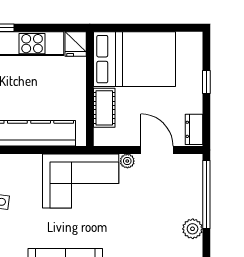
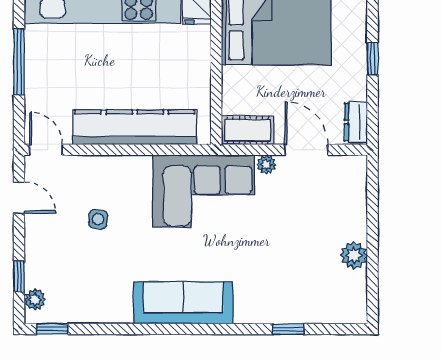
cot: (104, 108) -> (248, 130), moved, turned 90
window: (206, 194) -> (373, 209), removed

